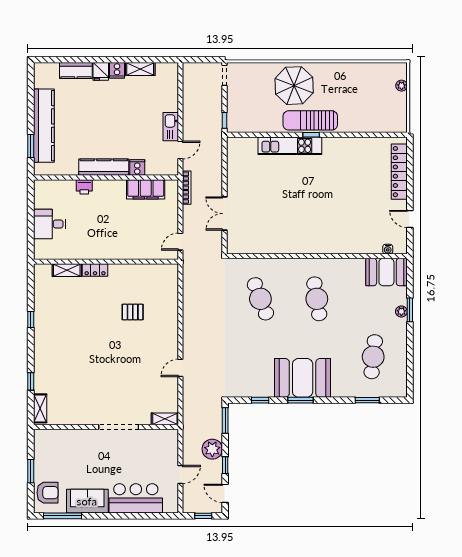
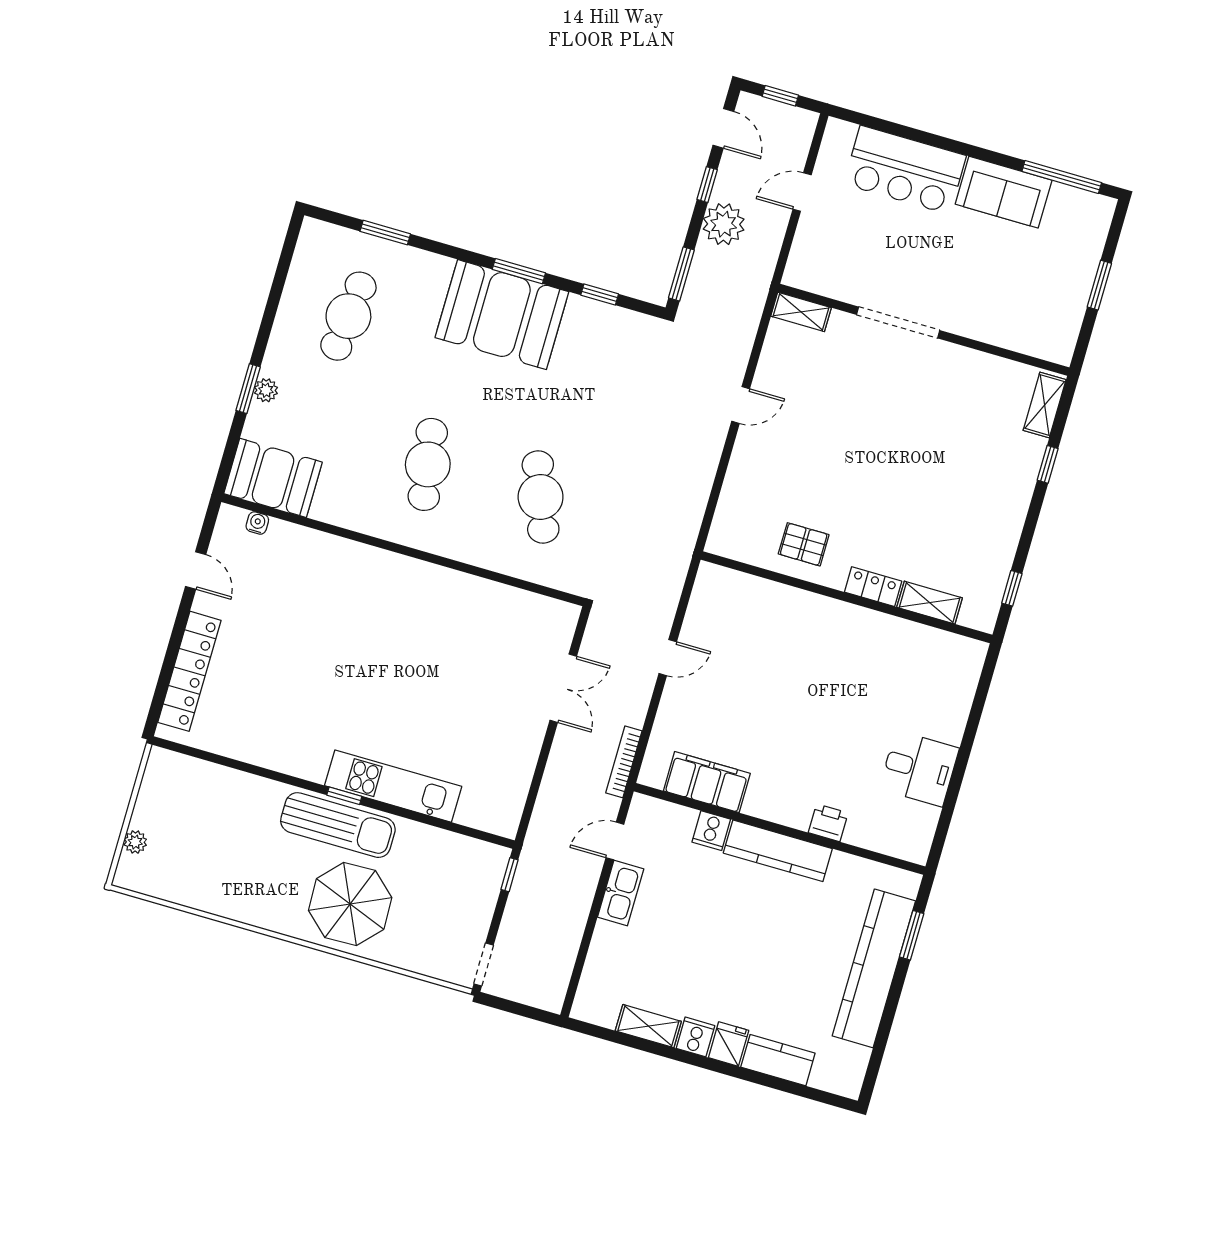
wall: (106, 262) -> (846, 597), moved
shelving: (67, 270) -> (930, 603), moved
locker: (95, 270) -> (873, 587), moved
armchair: (47, 493) -> (1078, 232), removed

